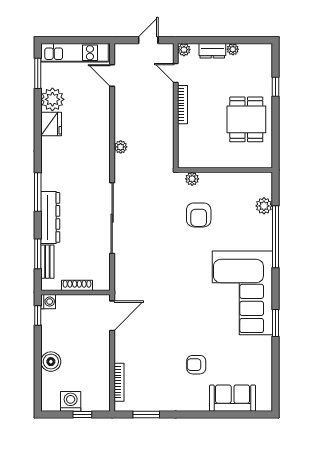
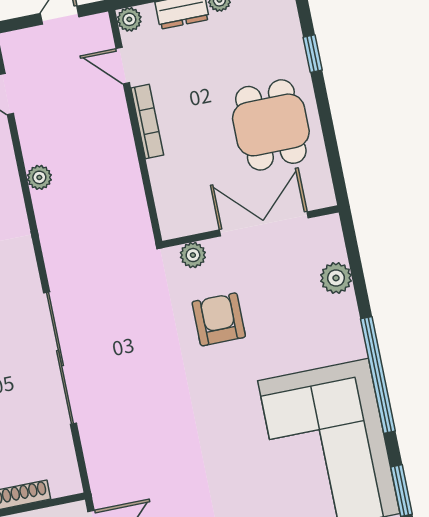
plant: (121, 147) -> (39, 177), moved
double door: (232, 170) -> (264, 224), added
armchair: (199, 215) -> (219, 319), turned 180
window: (275, 237) -> (378, 375), moved

